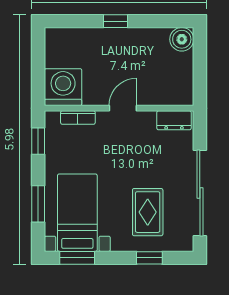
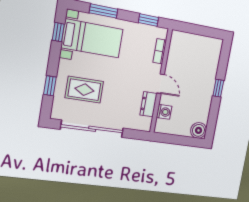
washing machine: (63, 87) -> (164, 112), moved, width x0.53, depth x0.53
dresser: (174, 120) -> (148, 104), moved
window: (77, 258) -> (58, 32), width x0.67

